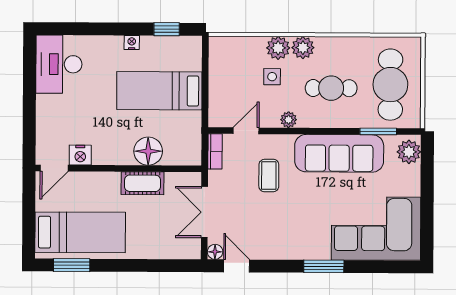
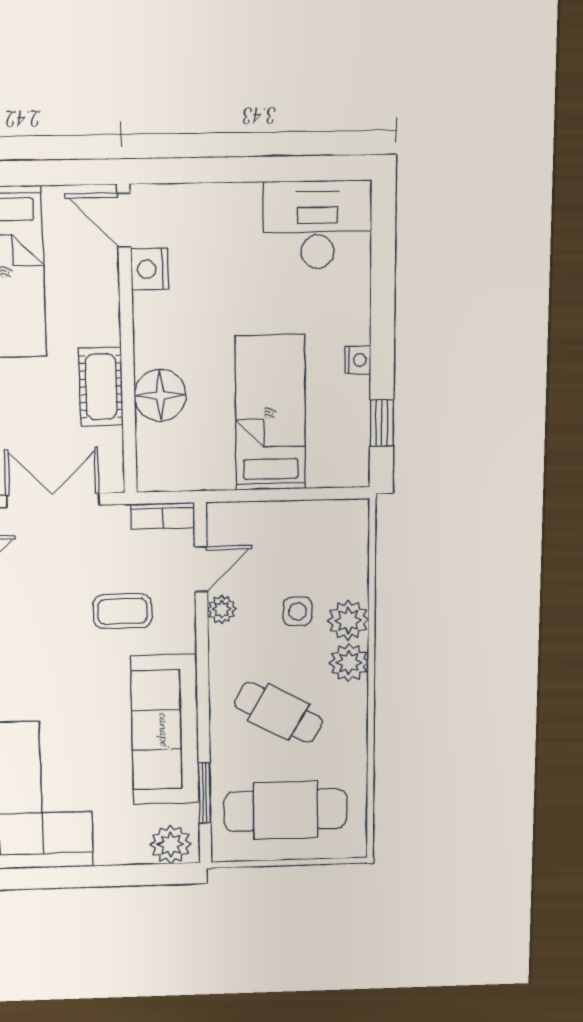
cafe table: (331, 88) -> (278, 712), turned -61
plant: (289, 120) -> (222, 609), moved
door: (246, 131) -> (201, 569), hinge flipped

